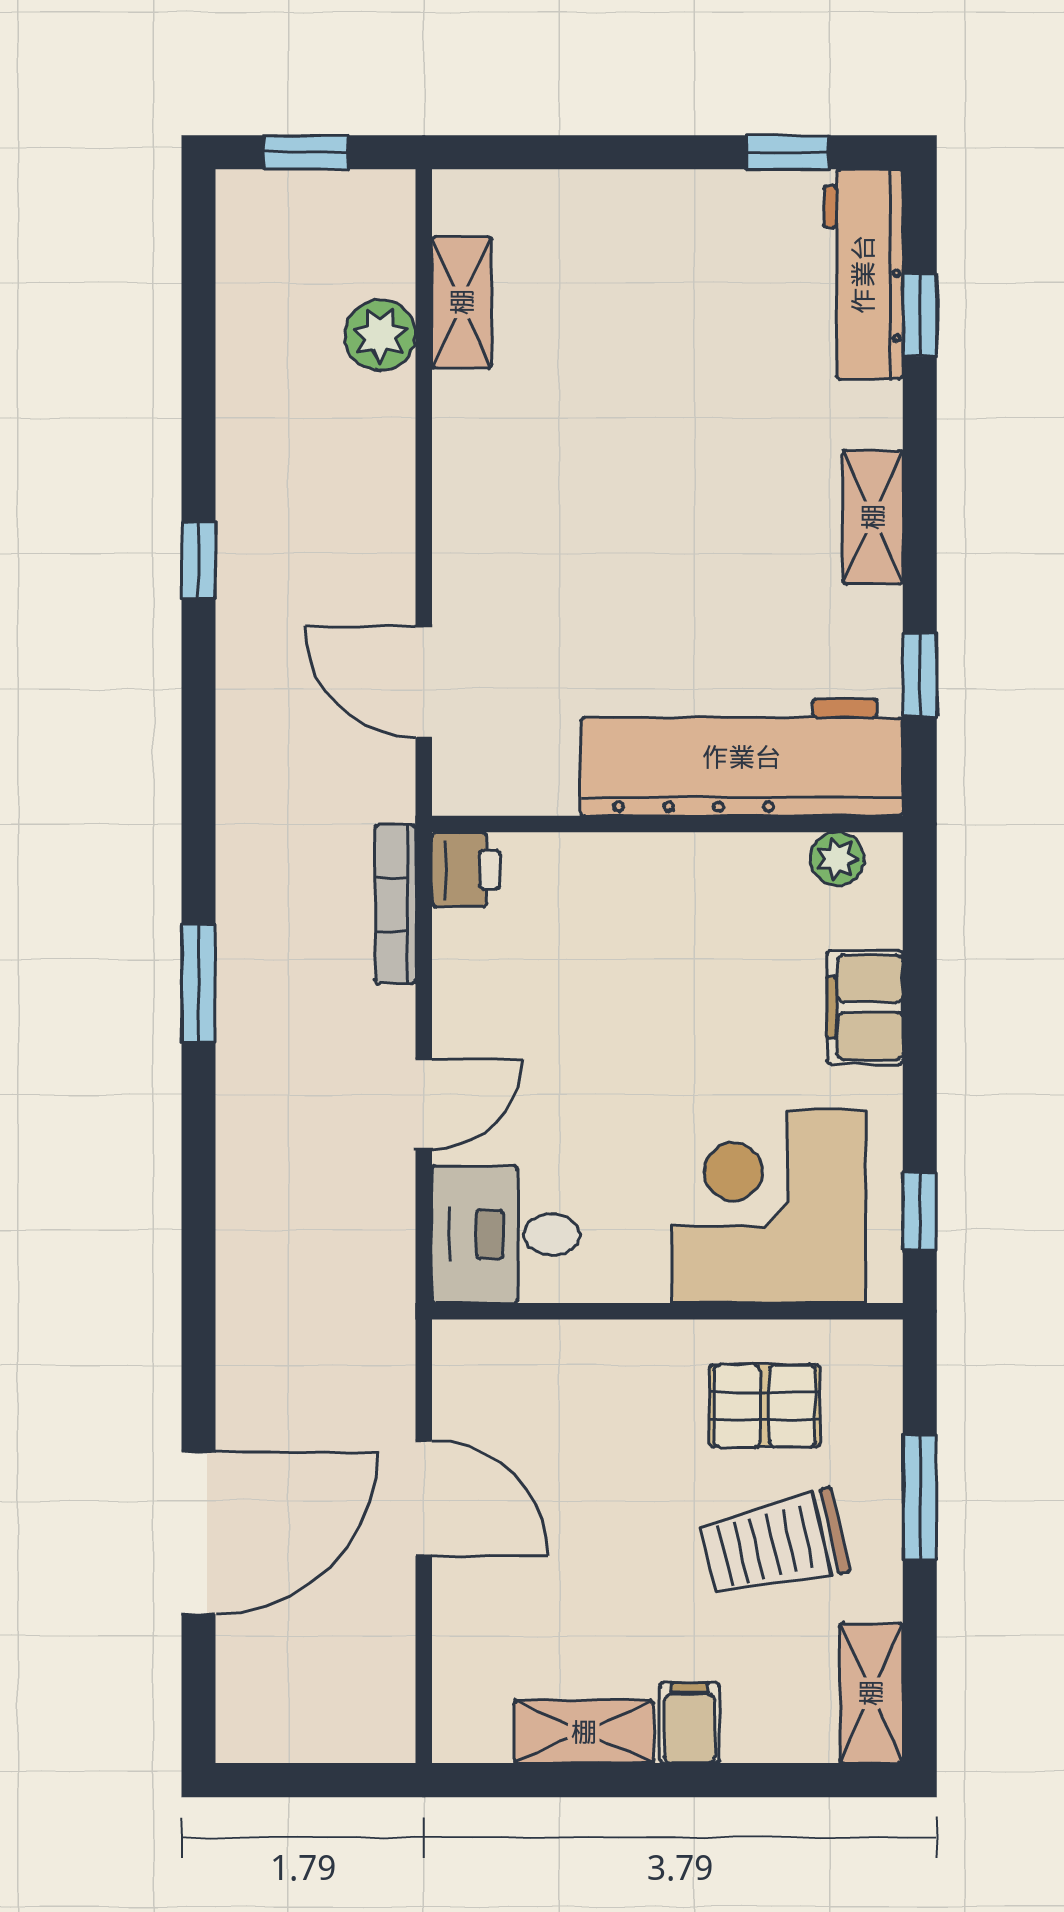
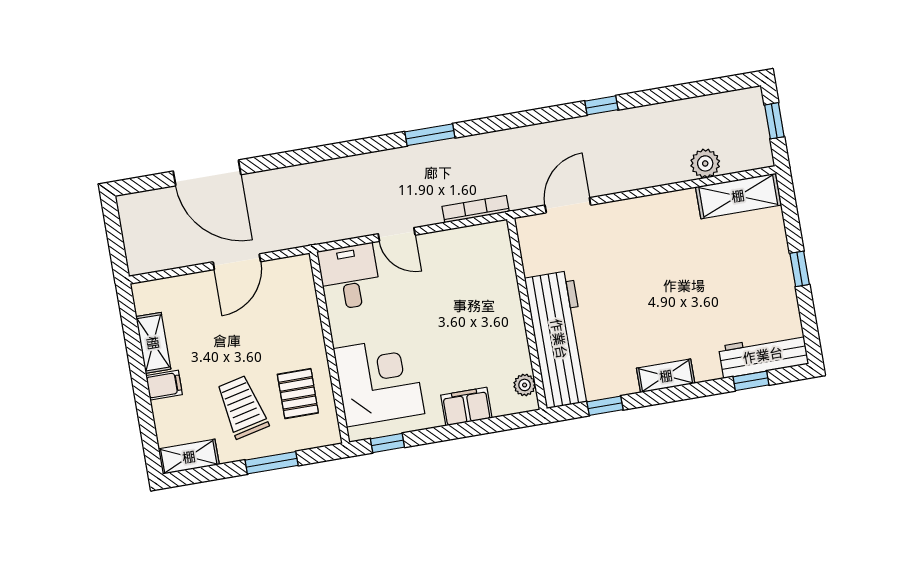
window: (787, 152) -> (800, 269), moved
shelving: (462, 302) -> (738, 196), width x1.50, depth x1.33
printer: (466, 870) -> (495, 235), removed

